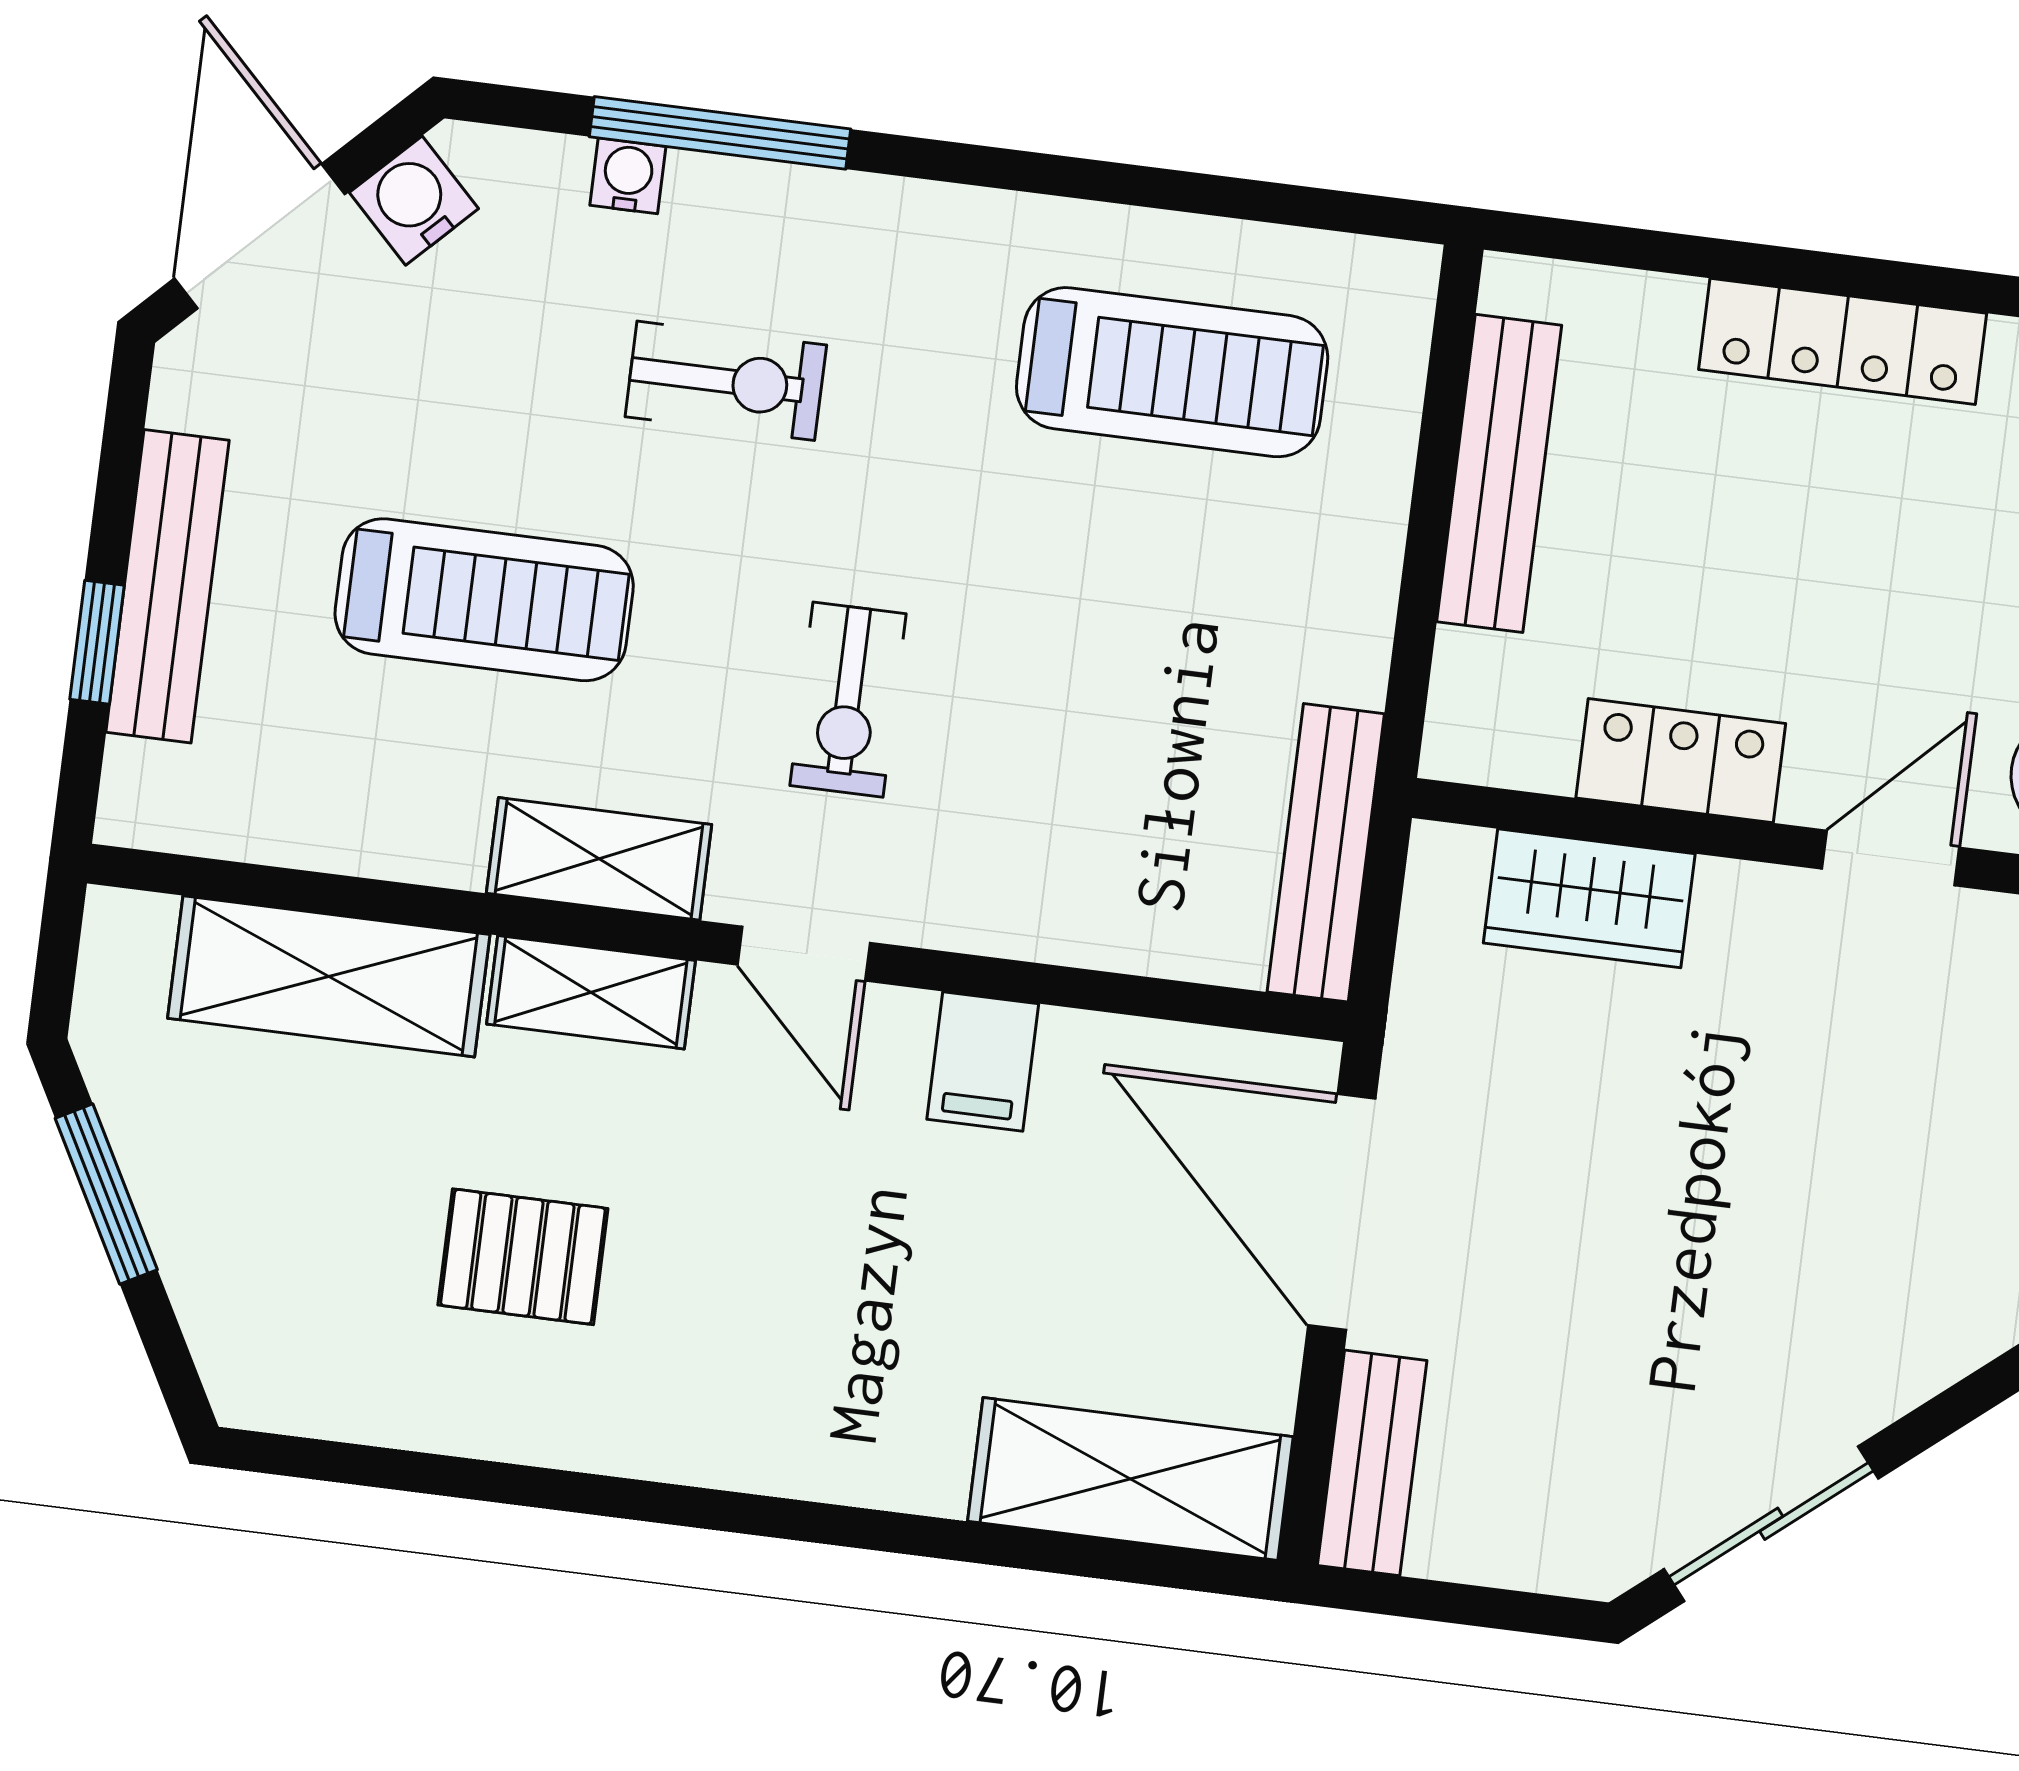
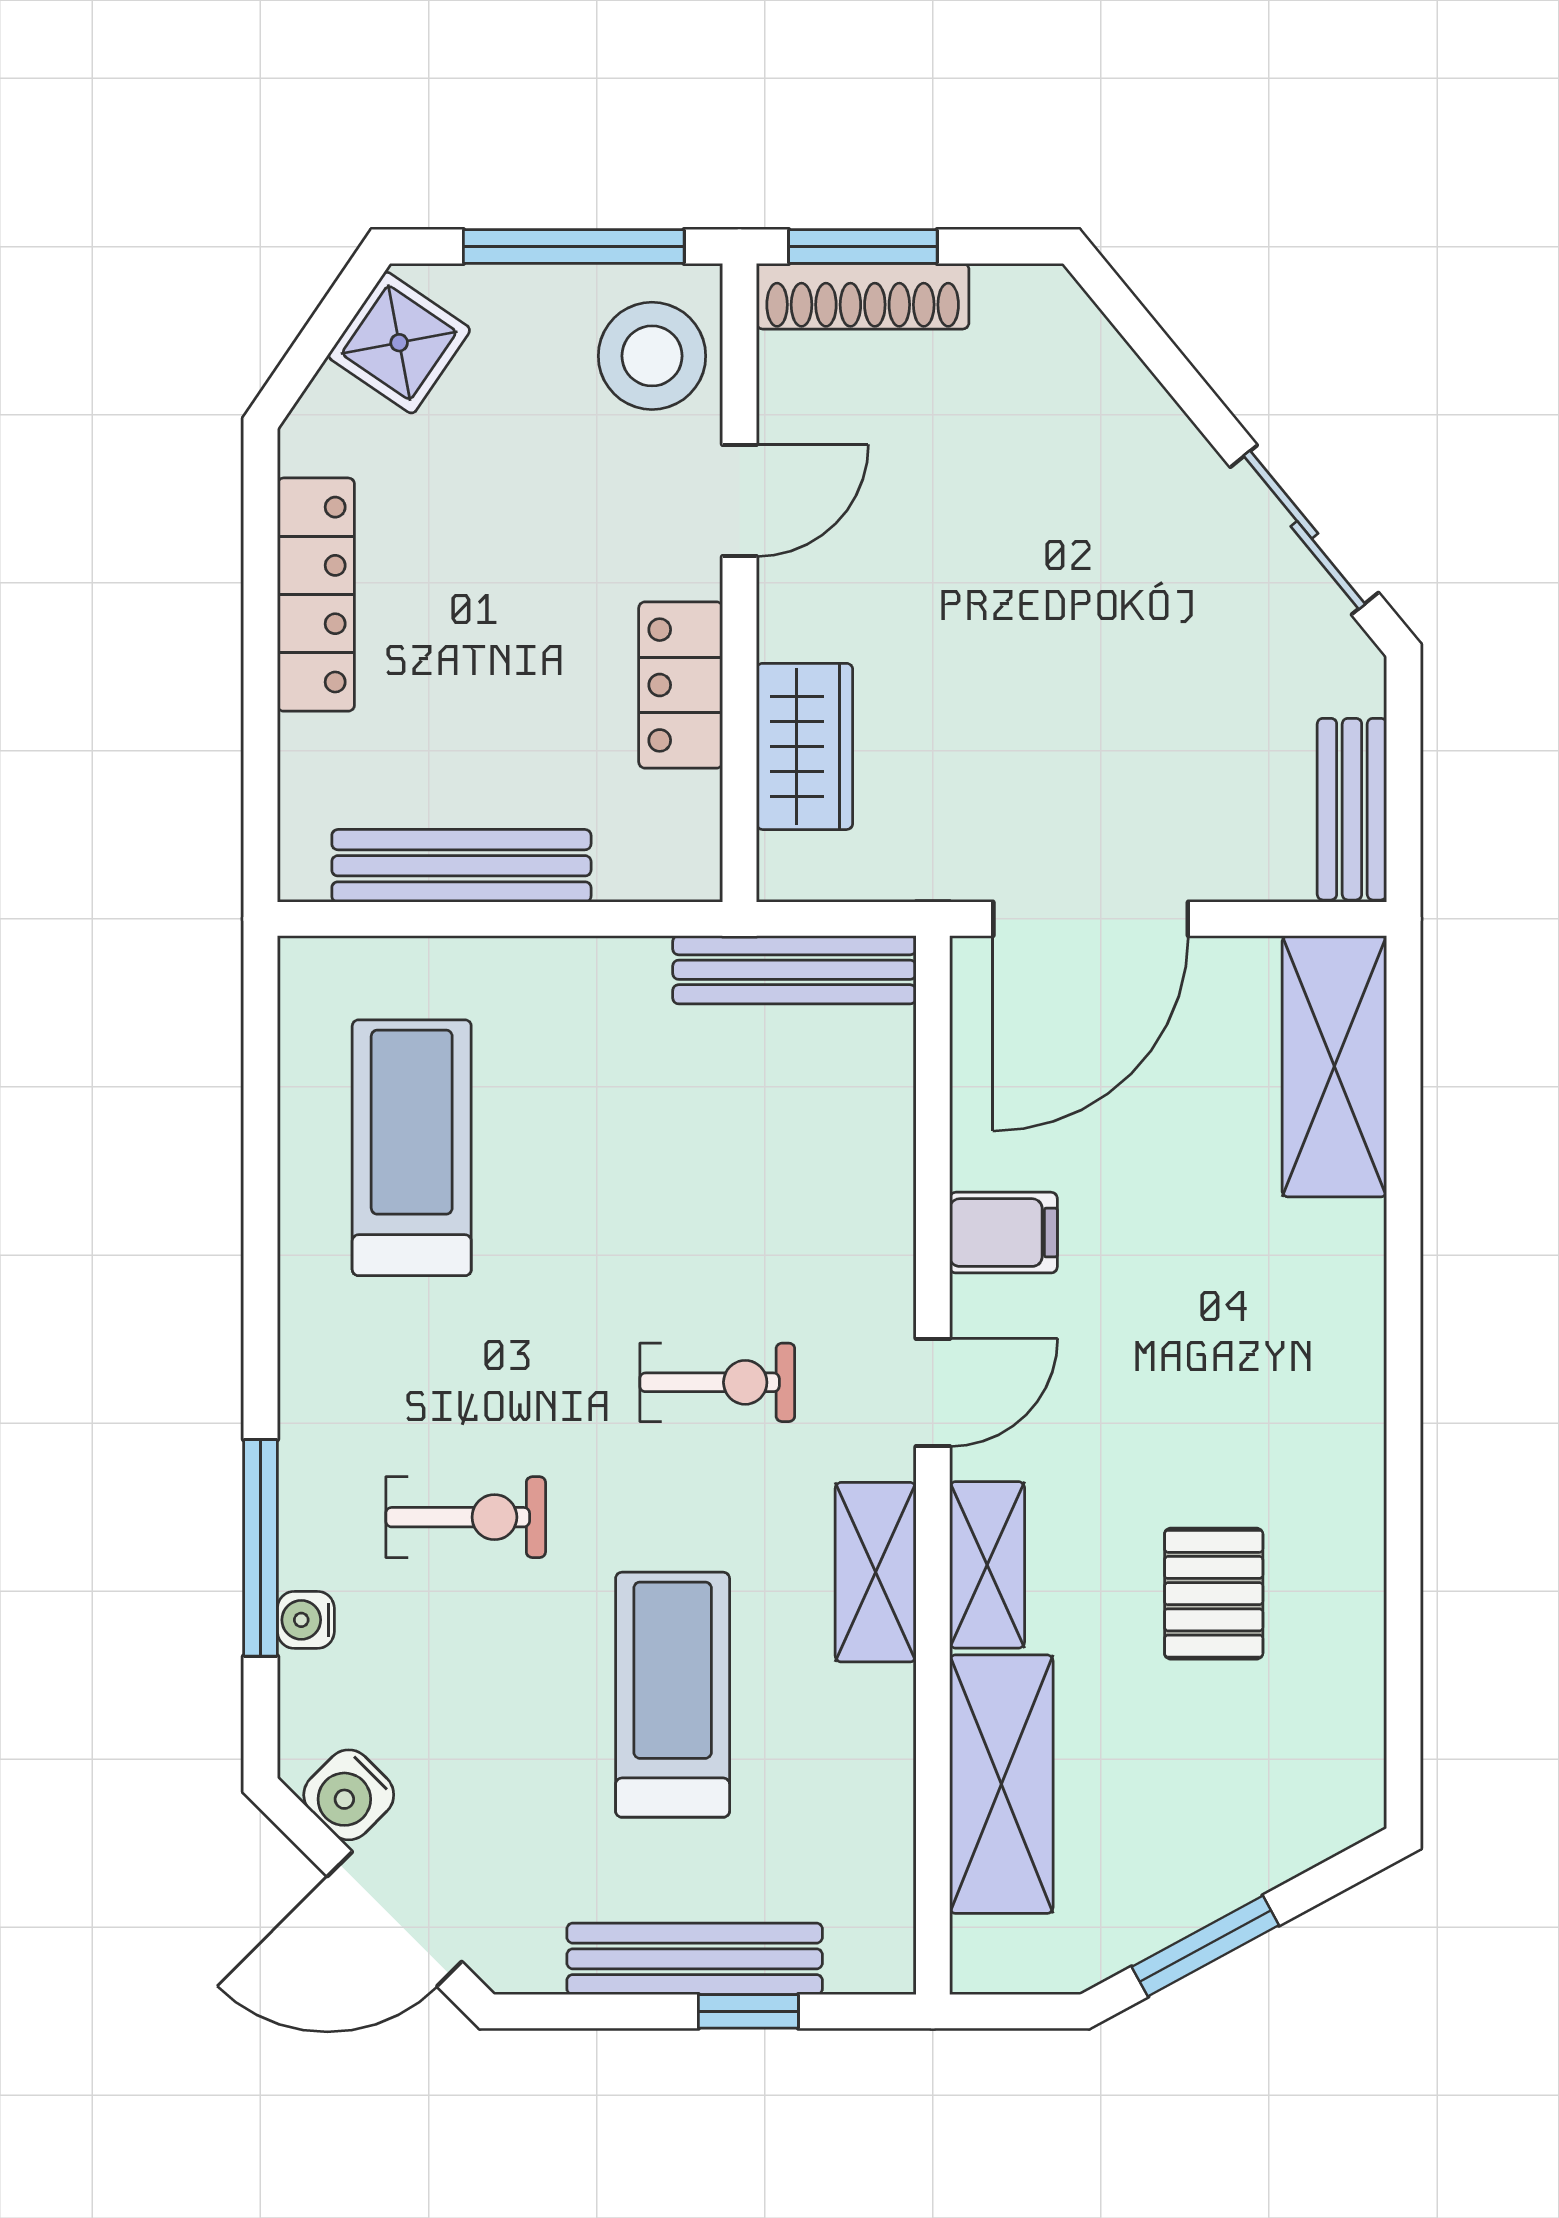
exercise bike: (726, 381) -> (466, 1517), turned 90
door: (1891, 858) -> (740, 501), swing flipped
bench: (1372, 1463) -> (1352, 809), moved, turned 90

